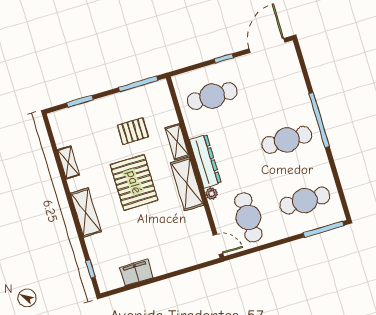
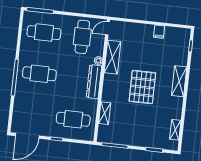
pallet: (133, 131) -> (130, 118), removed
shelving: (177, 142) -> (105, 113), moved
shelving: (68, 162) -> (175, 130), moved
shelving: (187, 184) -> (112, 57), moved
door: (218, 244) -> (107, 28), hinge flipped
filing cabinet: (136, 272) -> (159, 32), width x0.50

